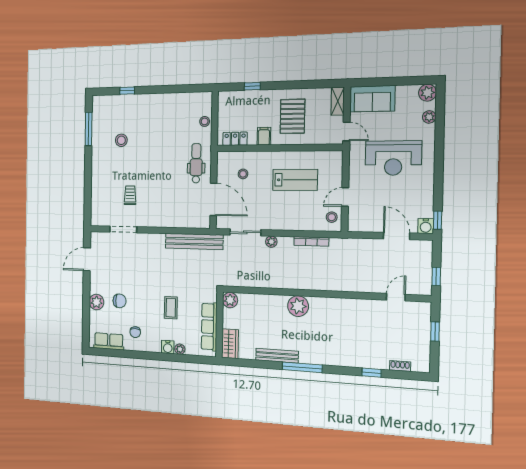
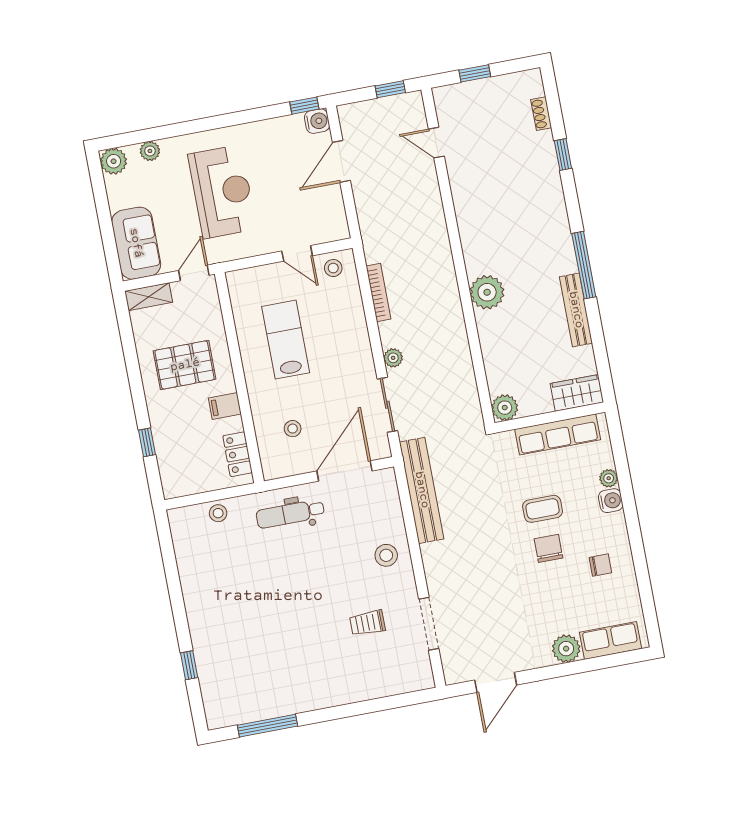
stool: (121, 140) -> (386, 555), moved
door: (87, 259) -> (496, 682), hinge flipped
chair: (120, 301) -> (548, 548), moved
row of seats: (109, 341) -> (610, 640), moved, turned 90

